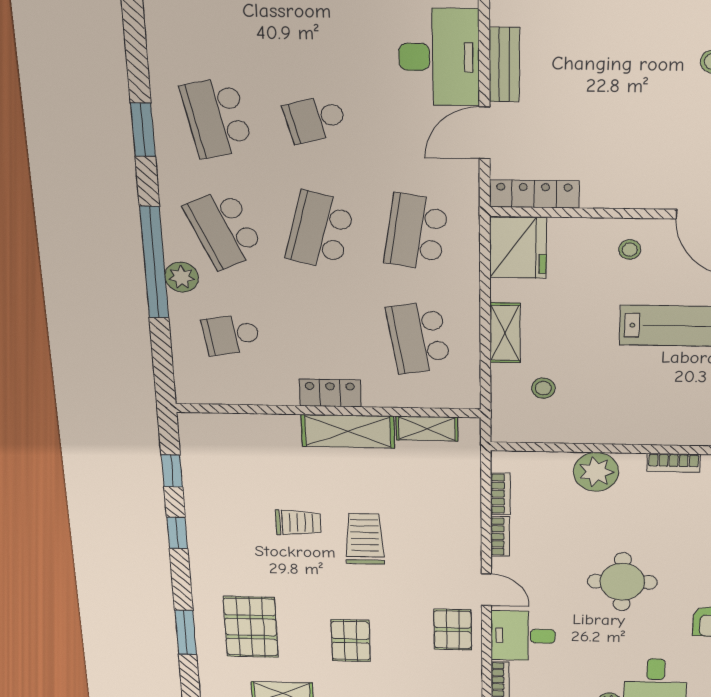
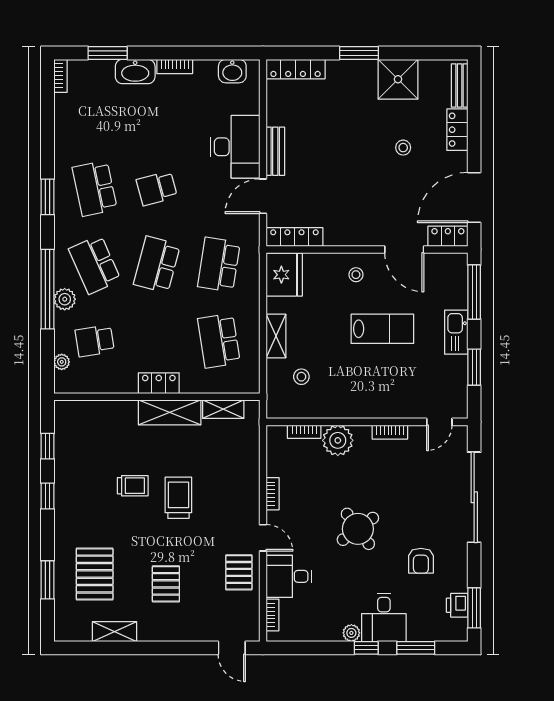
plant: (184, 362) -> (62, 362), added
bookcase: (500, 494) -> (304, 432), moved, turned 90
round table: (622, 582) -> (358, 529), turned -36

